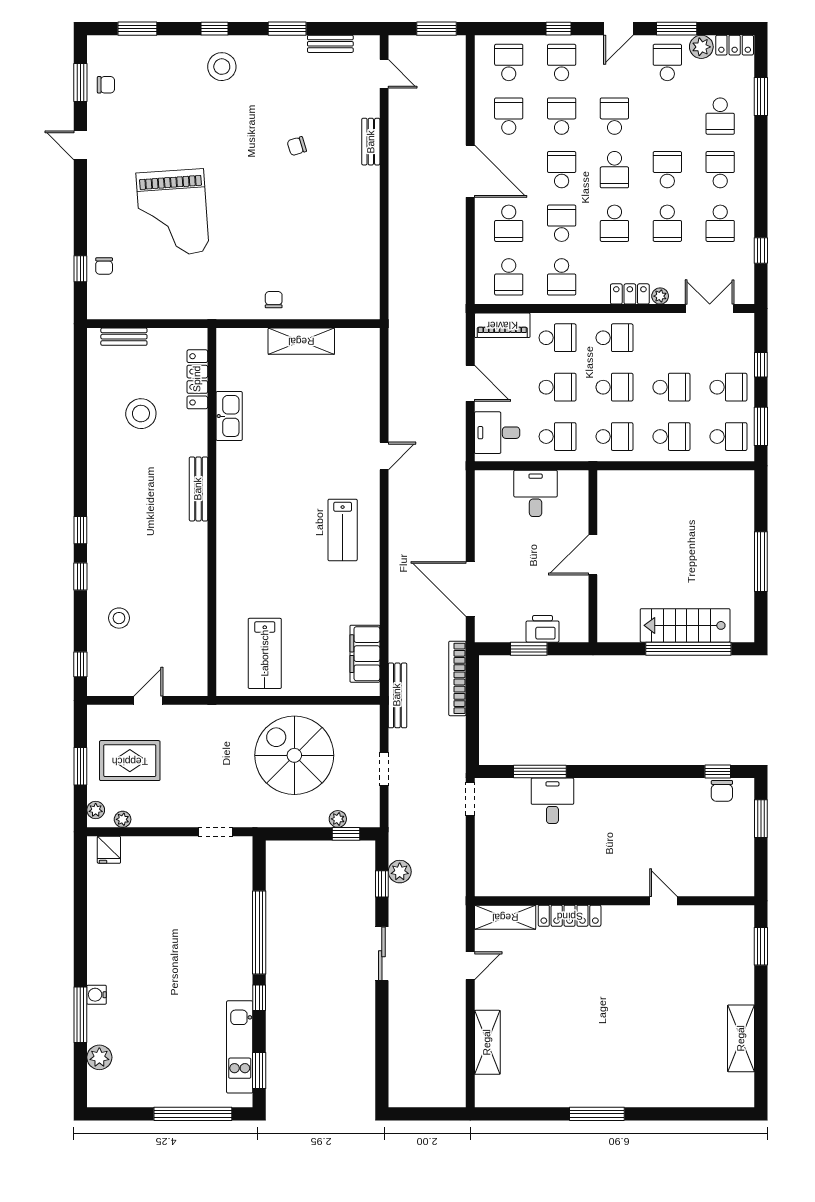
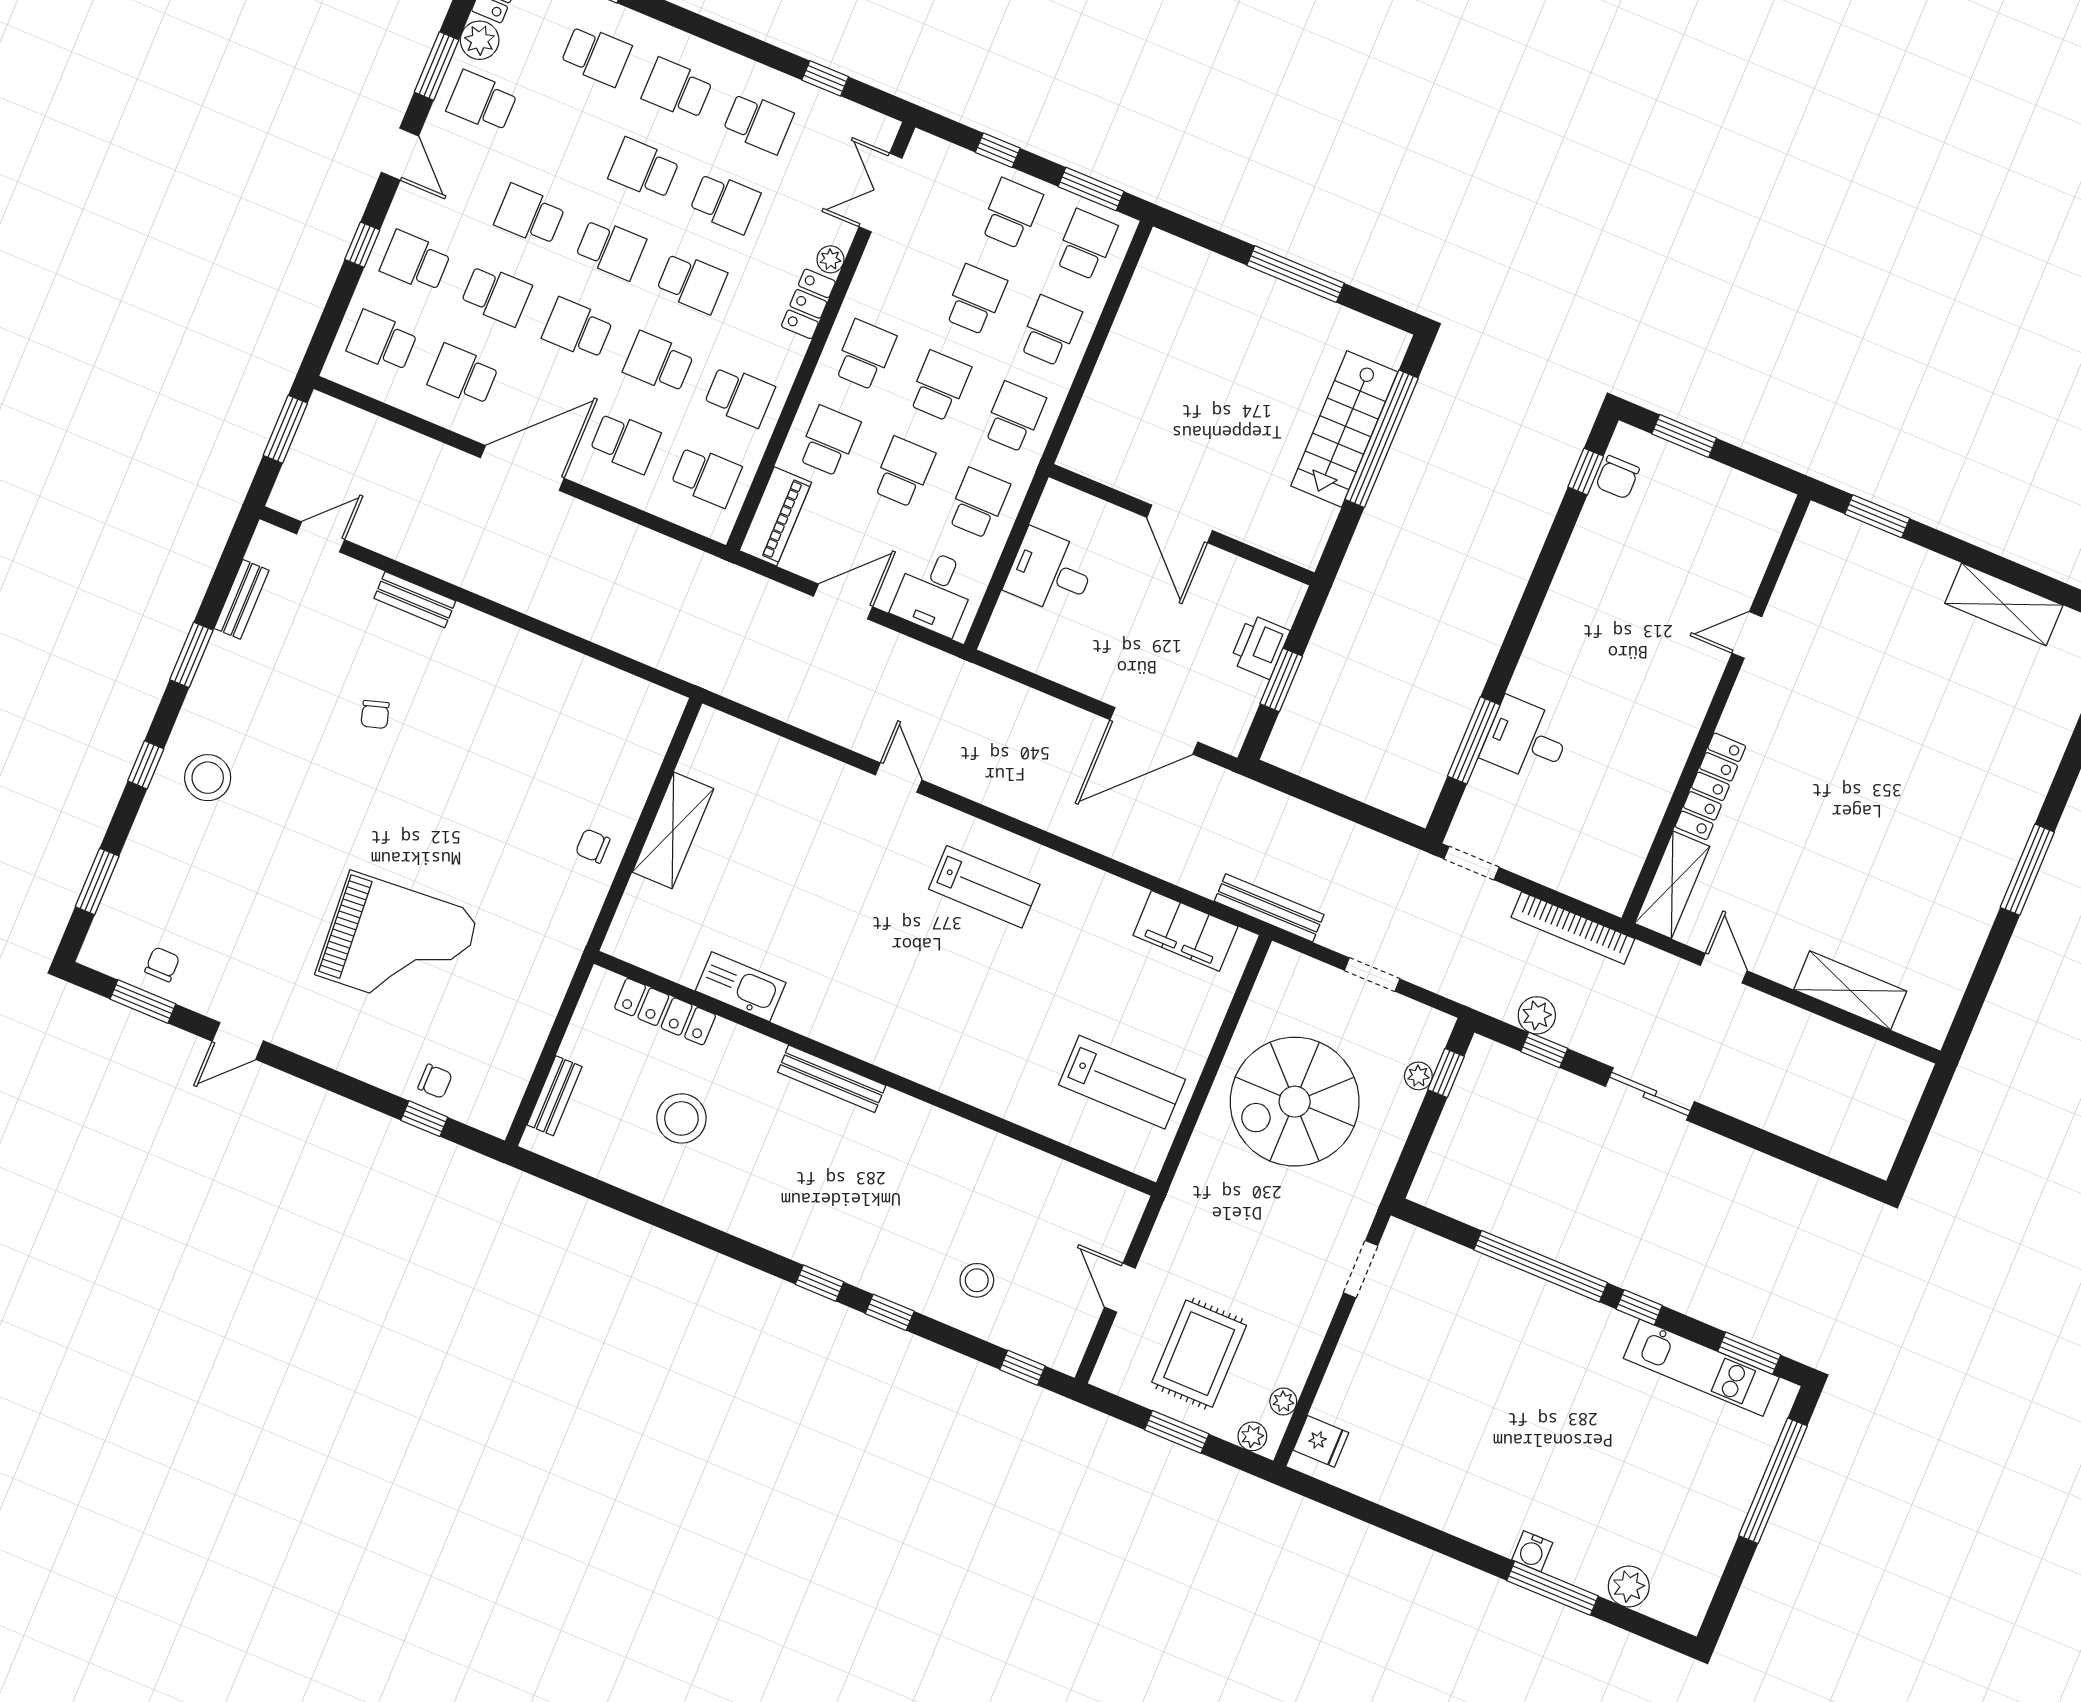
school desk: (562, 116) -> (496, 295), turned 180
bookcase: (457, 678) -> (1573, 928), moved
chair: (722, 791) -> (1618, 477), turned 90

